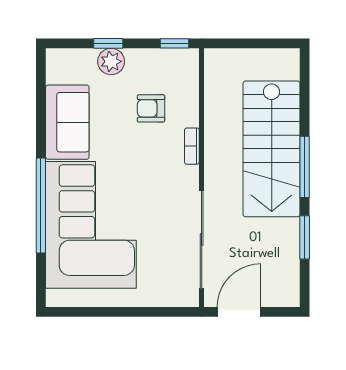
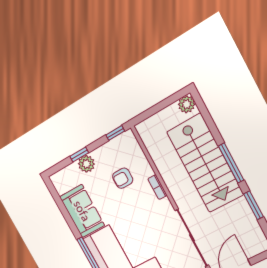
plant: (288, 61) -> (187, 104), added

